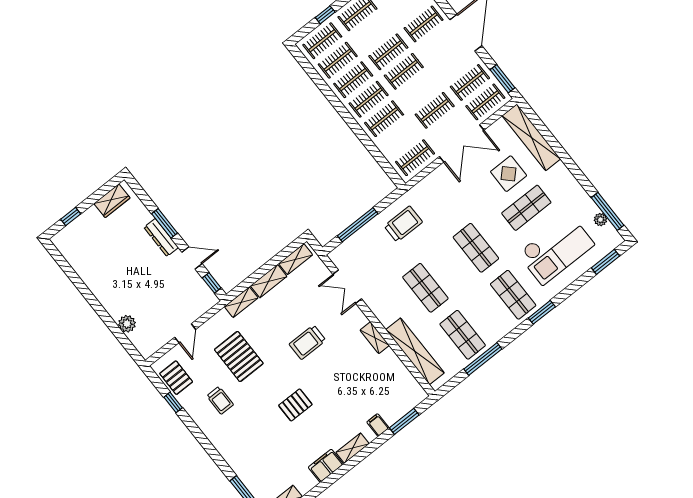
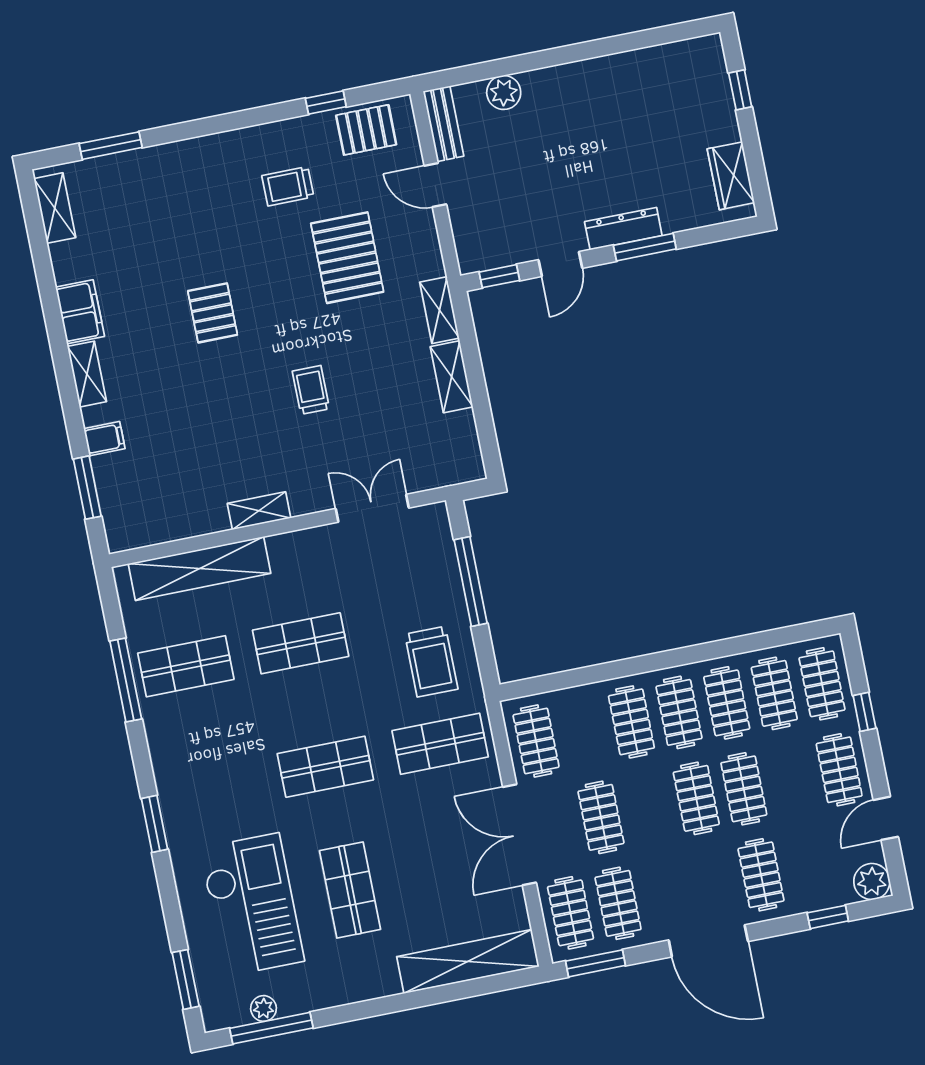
display table: (509, 174) -> (425, 889), removed
checkout: (556, 249) -> (252, 905), turned 180
shelving: (296, 259) -> (466, 443), removed
shop shelf: (513, 295) -> (440, 744), moved
trolley: (307, 342) -> (311, 390), width x0.73, depth x0.72
bench: (155, 344) -> (444, 124), added
pallet: (239, 357) -> (347, 258), turned 90

